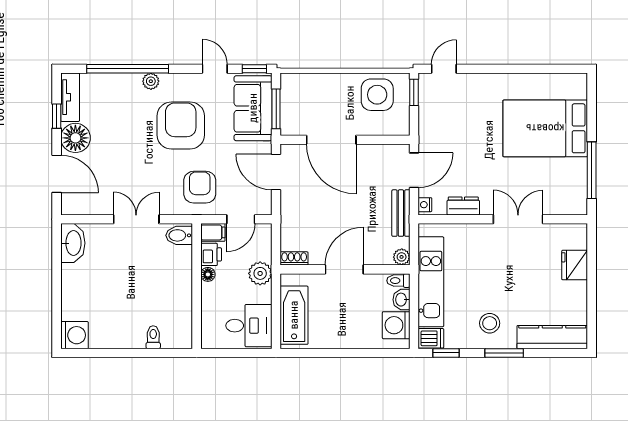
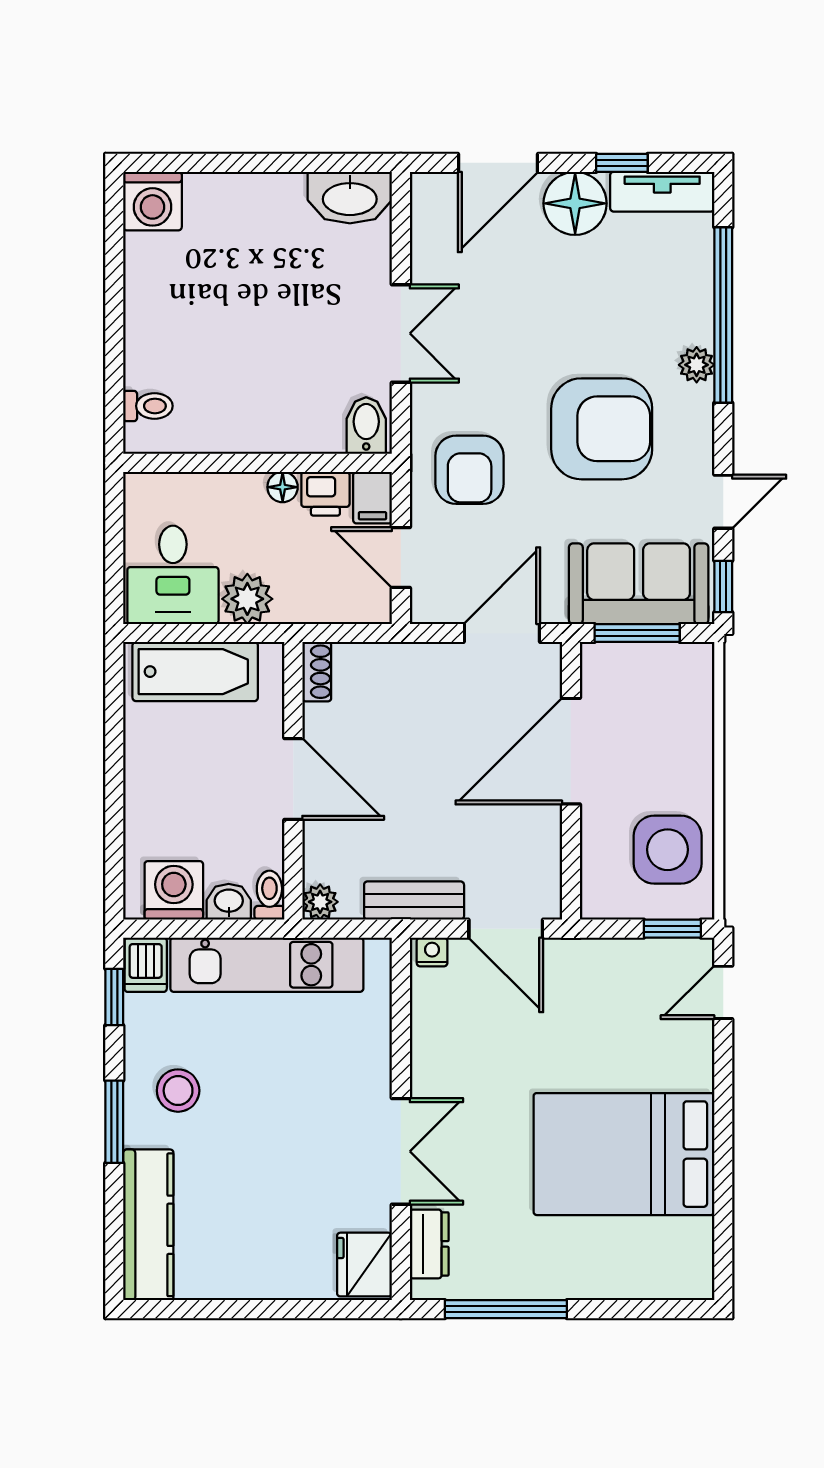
door: (444, 69) -> (723, 992), swing flipped
bed: (545, 128) -> (624, 1154), moved, turned -90
armchair: (200, 187) -> (470, 470), turned 90
dresser: (463, 206) -> (429, 1244), moved
fridge: (575, 265) -> (364, 1265), moved, turned -90
plant: (260, 273) -> (247, 599), moved
toilet: (153, 337) -> (148, 406), moved

